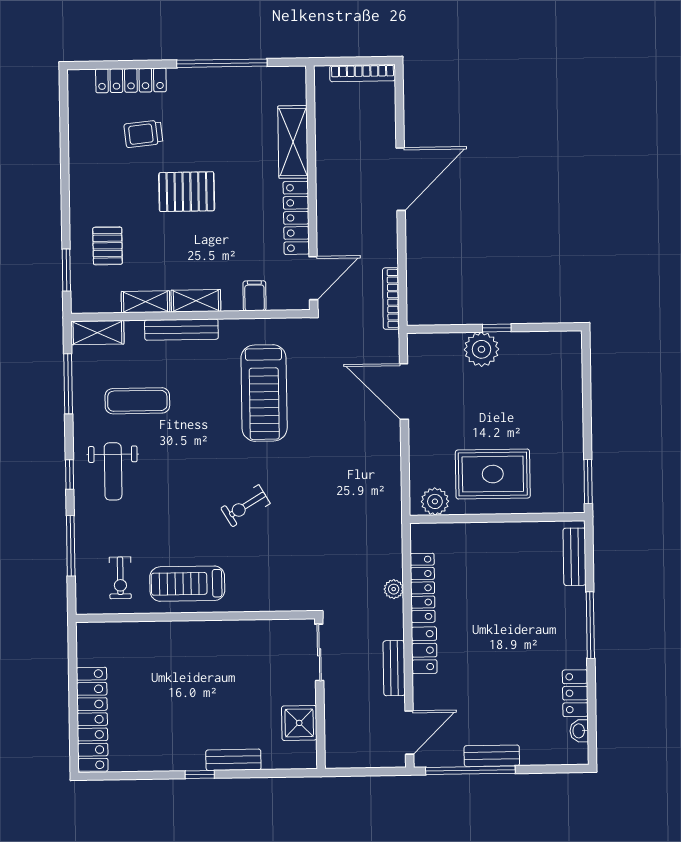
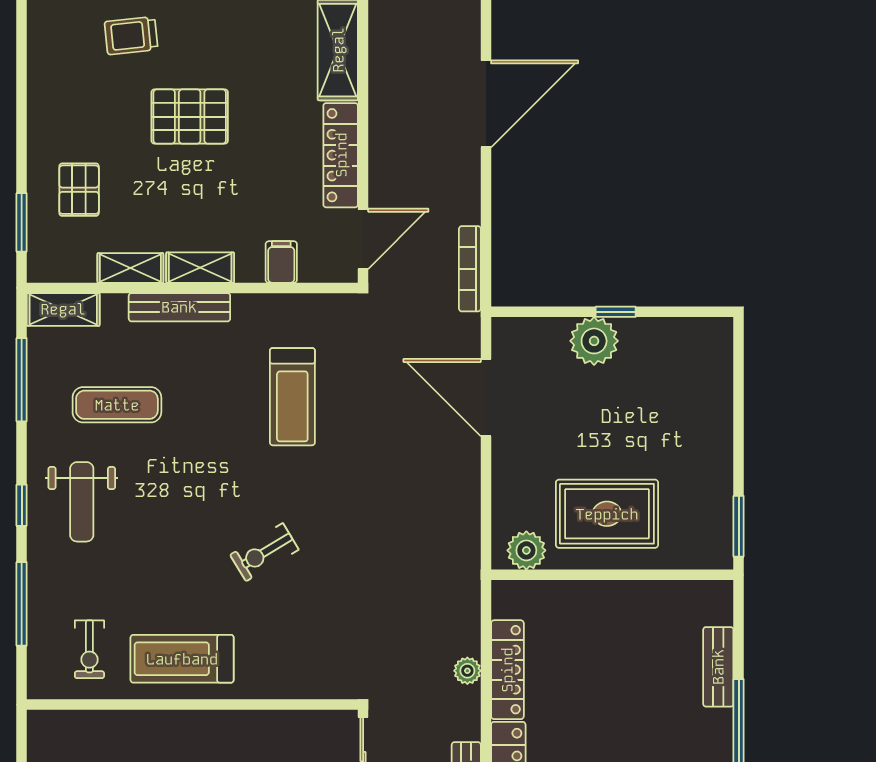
treadmill: (264, 393) -> (292, 397), width x0.73, depth x0.73
bench: (575, 557) -> (718, 667), moved

